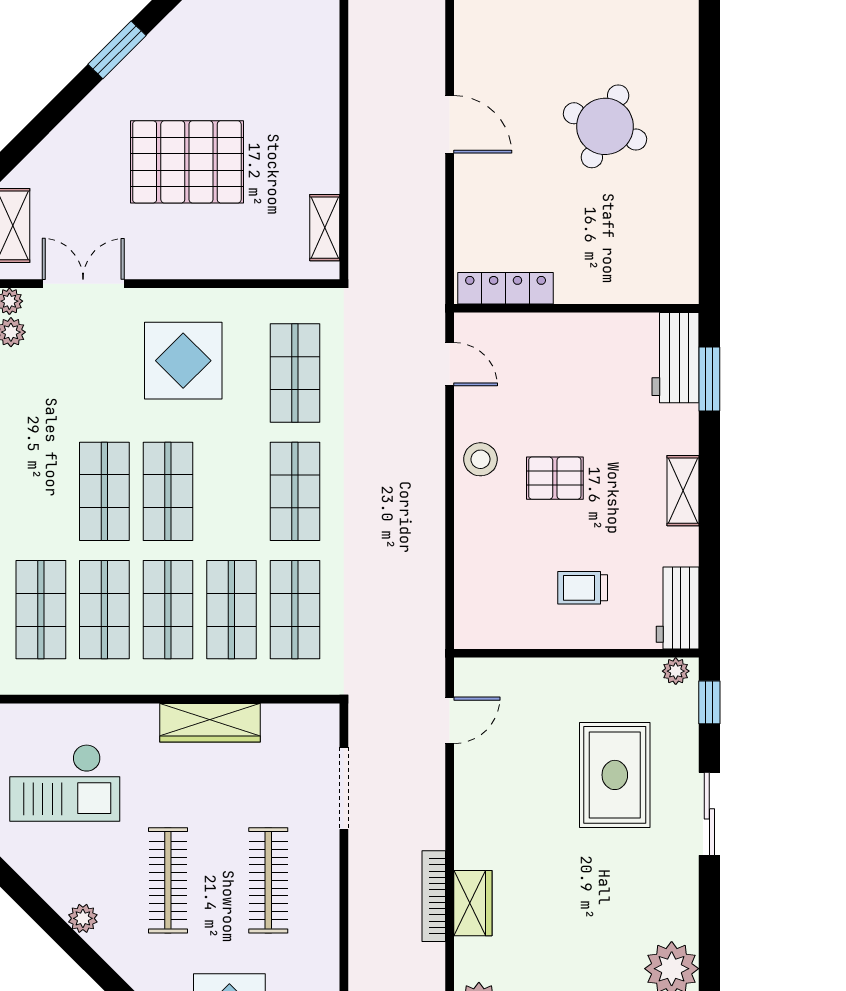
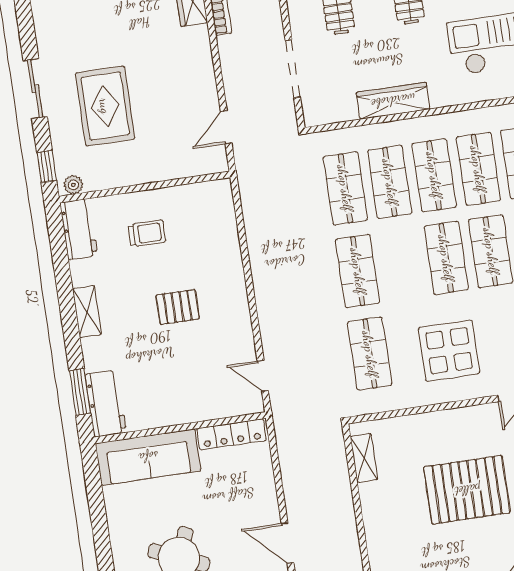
sofa: (627, 274) -> (148, 457), added
stool: (480, 459) -> (231, 312), removed

